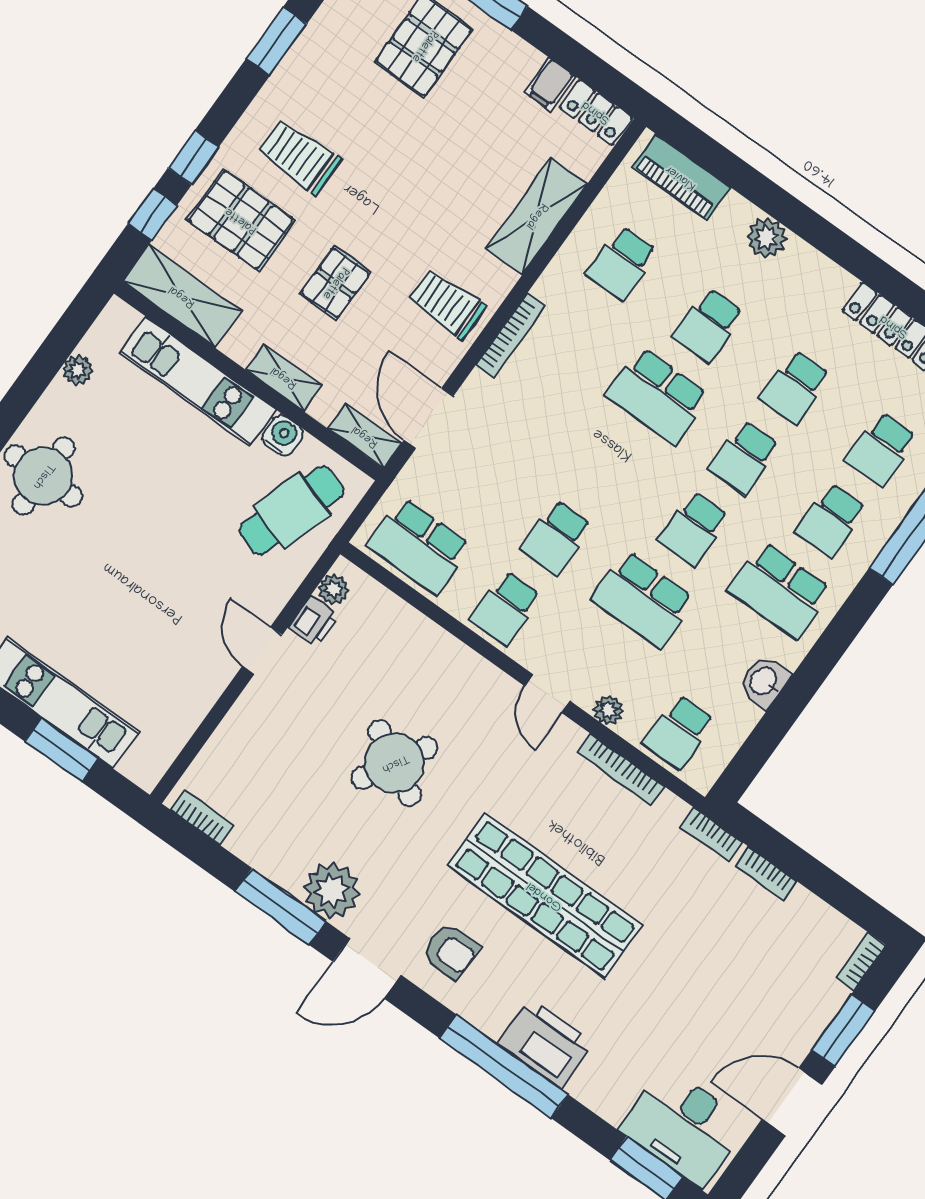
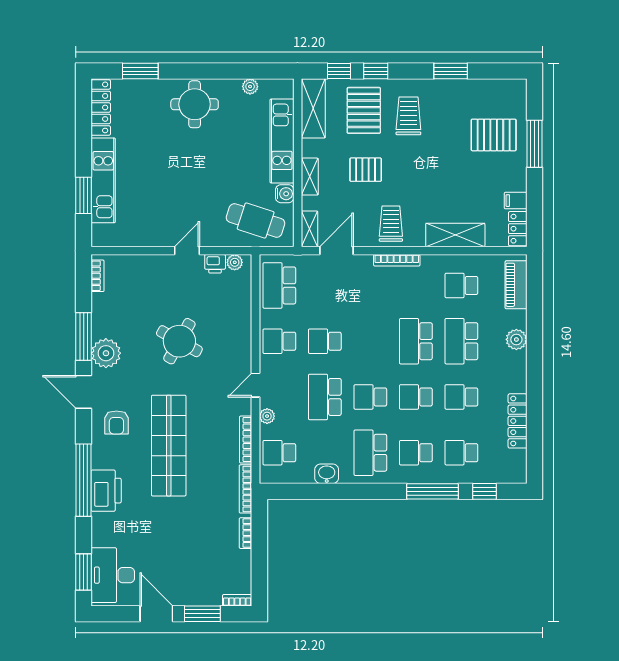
school desk: (708, 325) -> (461, 341), width x1.85
bookcase: (711, 834) -> (246, 489), width x1.56

